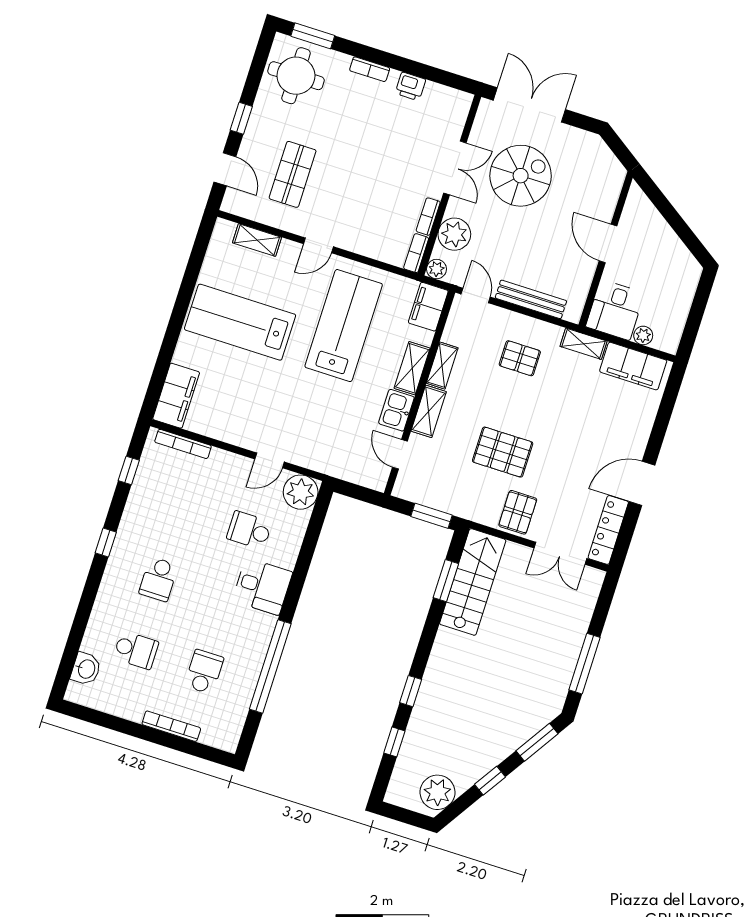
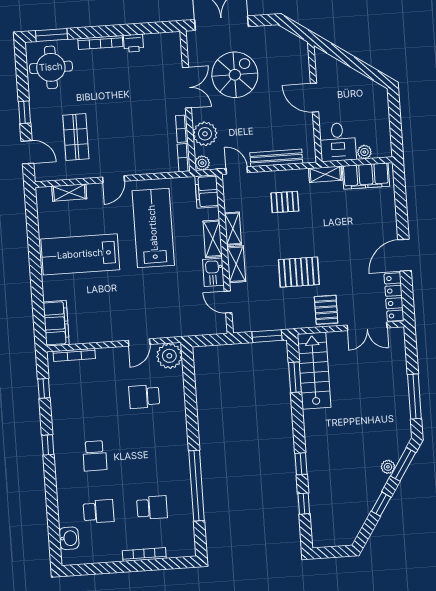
bookcase: (370, 69) -> (100, 42), width x1.56
desk: (262, 586) -> (169, 432), removed
school desk: (204, 672) -> (152, 508), turned 90
plant: (437, 792) -> (388, 467), moved, width x0.53, depth x0.53

